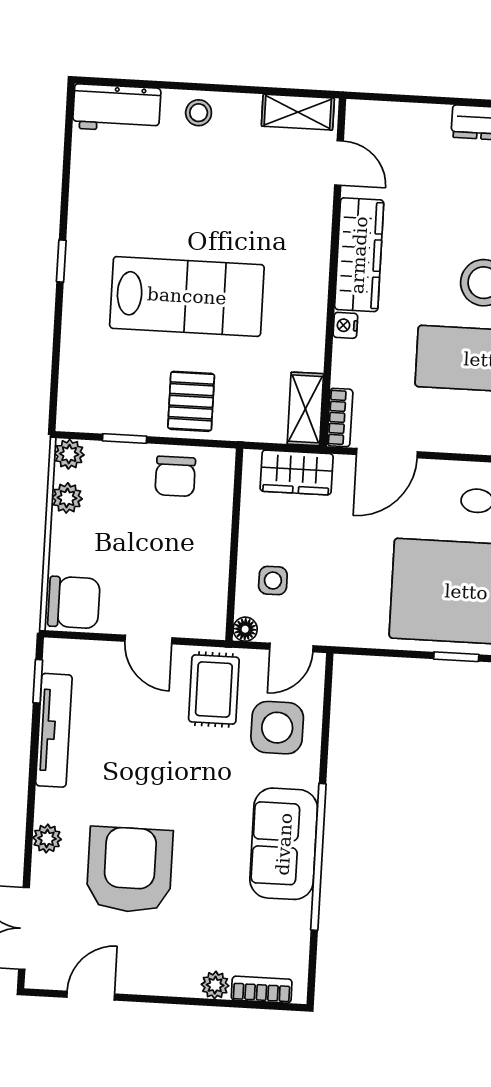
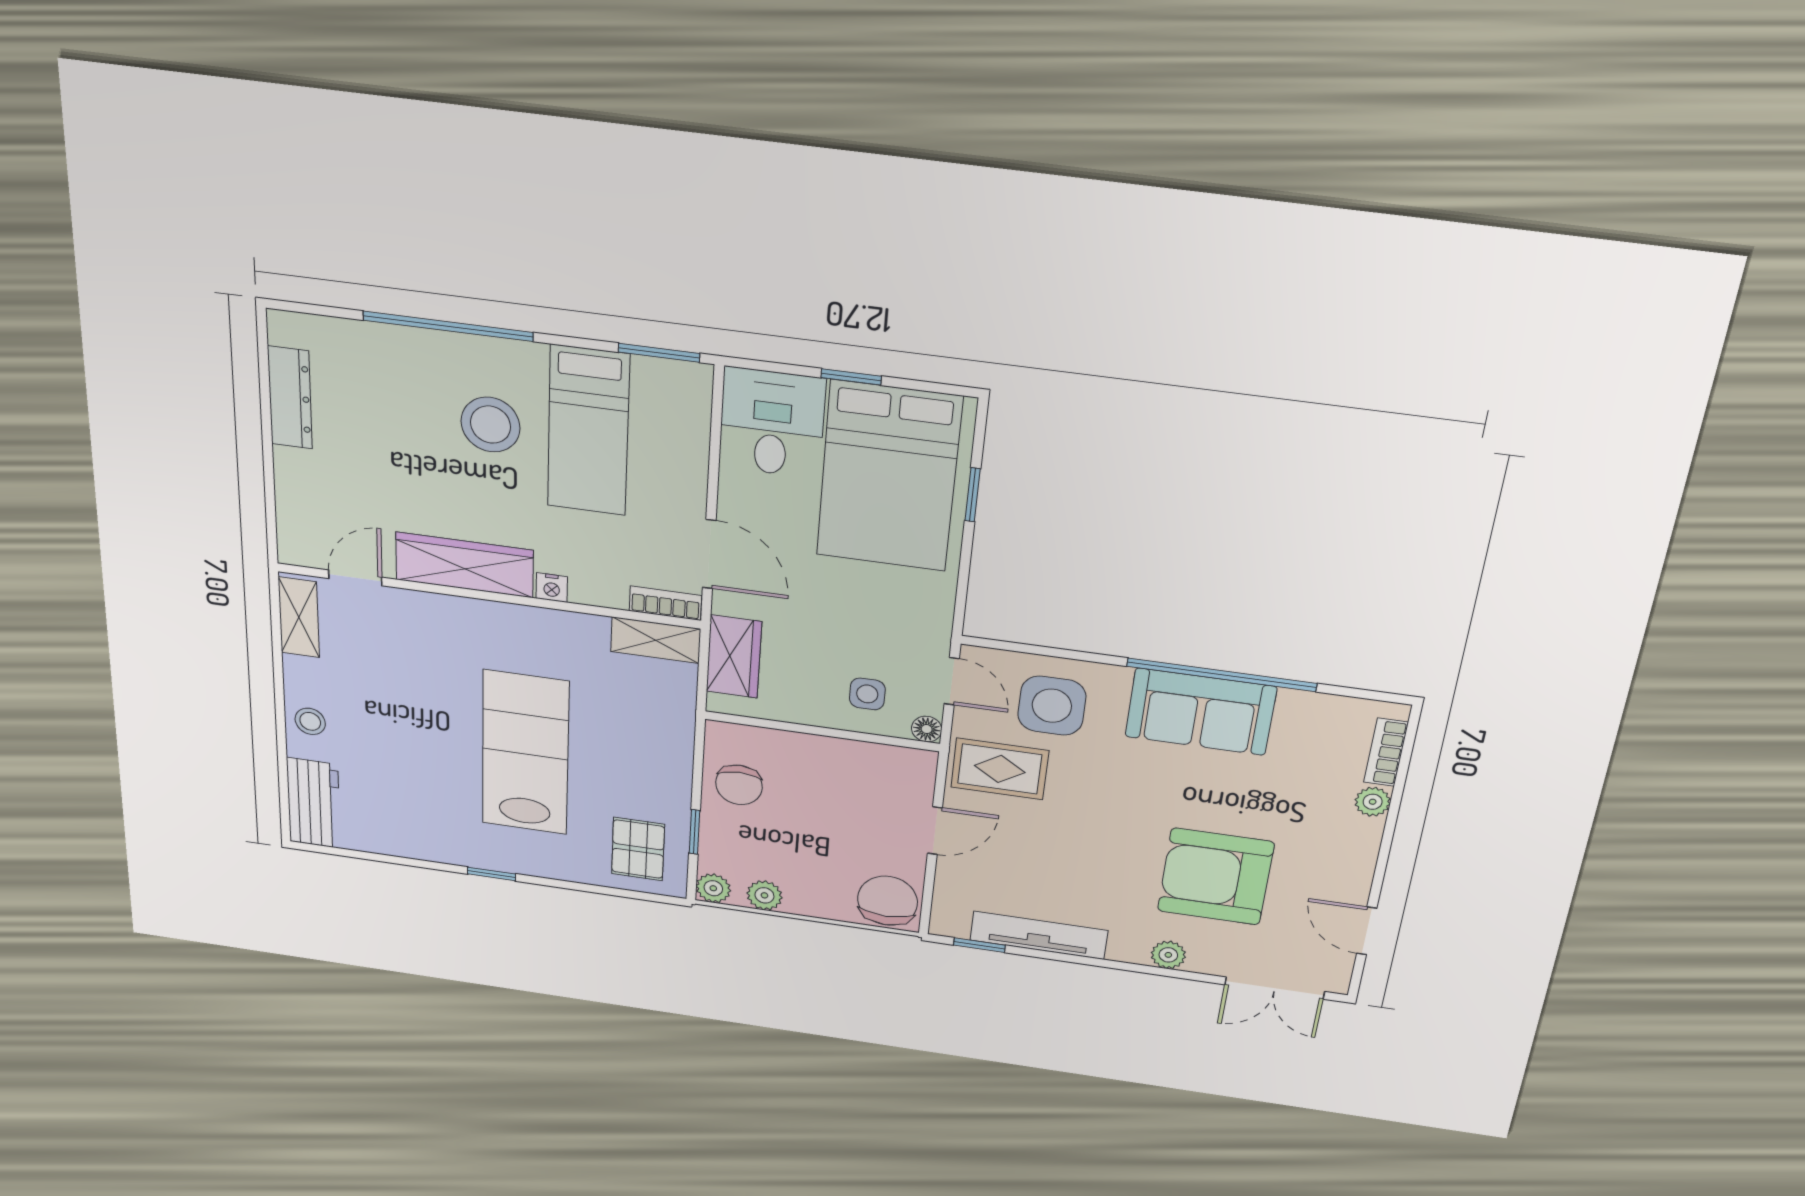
pallet: (191, 401) -> (638, 849), moved, turned 90
chair: (175, 476) -> (739, 785), turned 90

